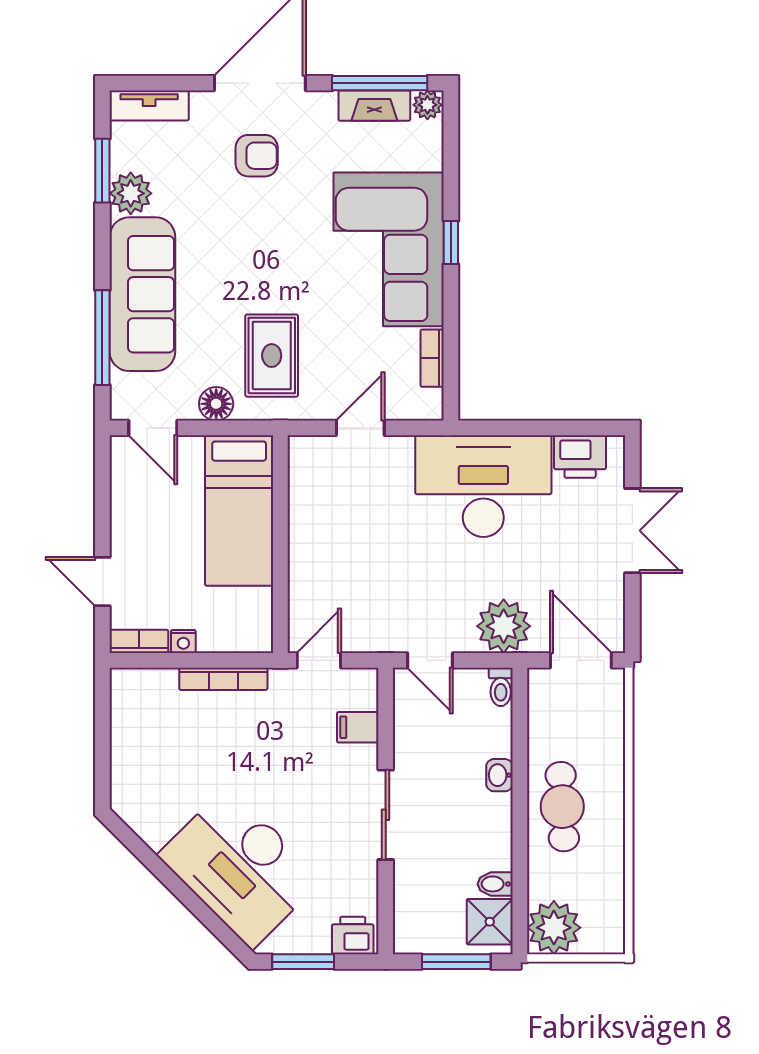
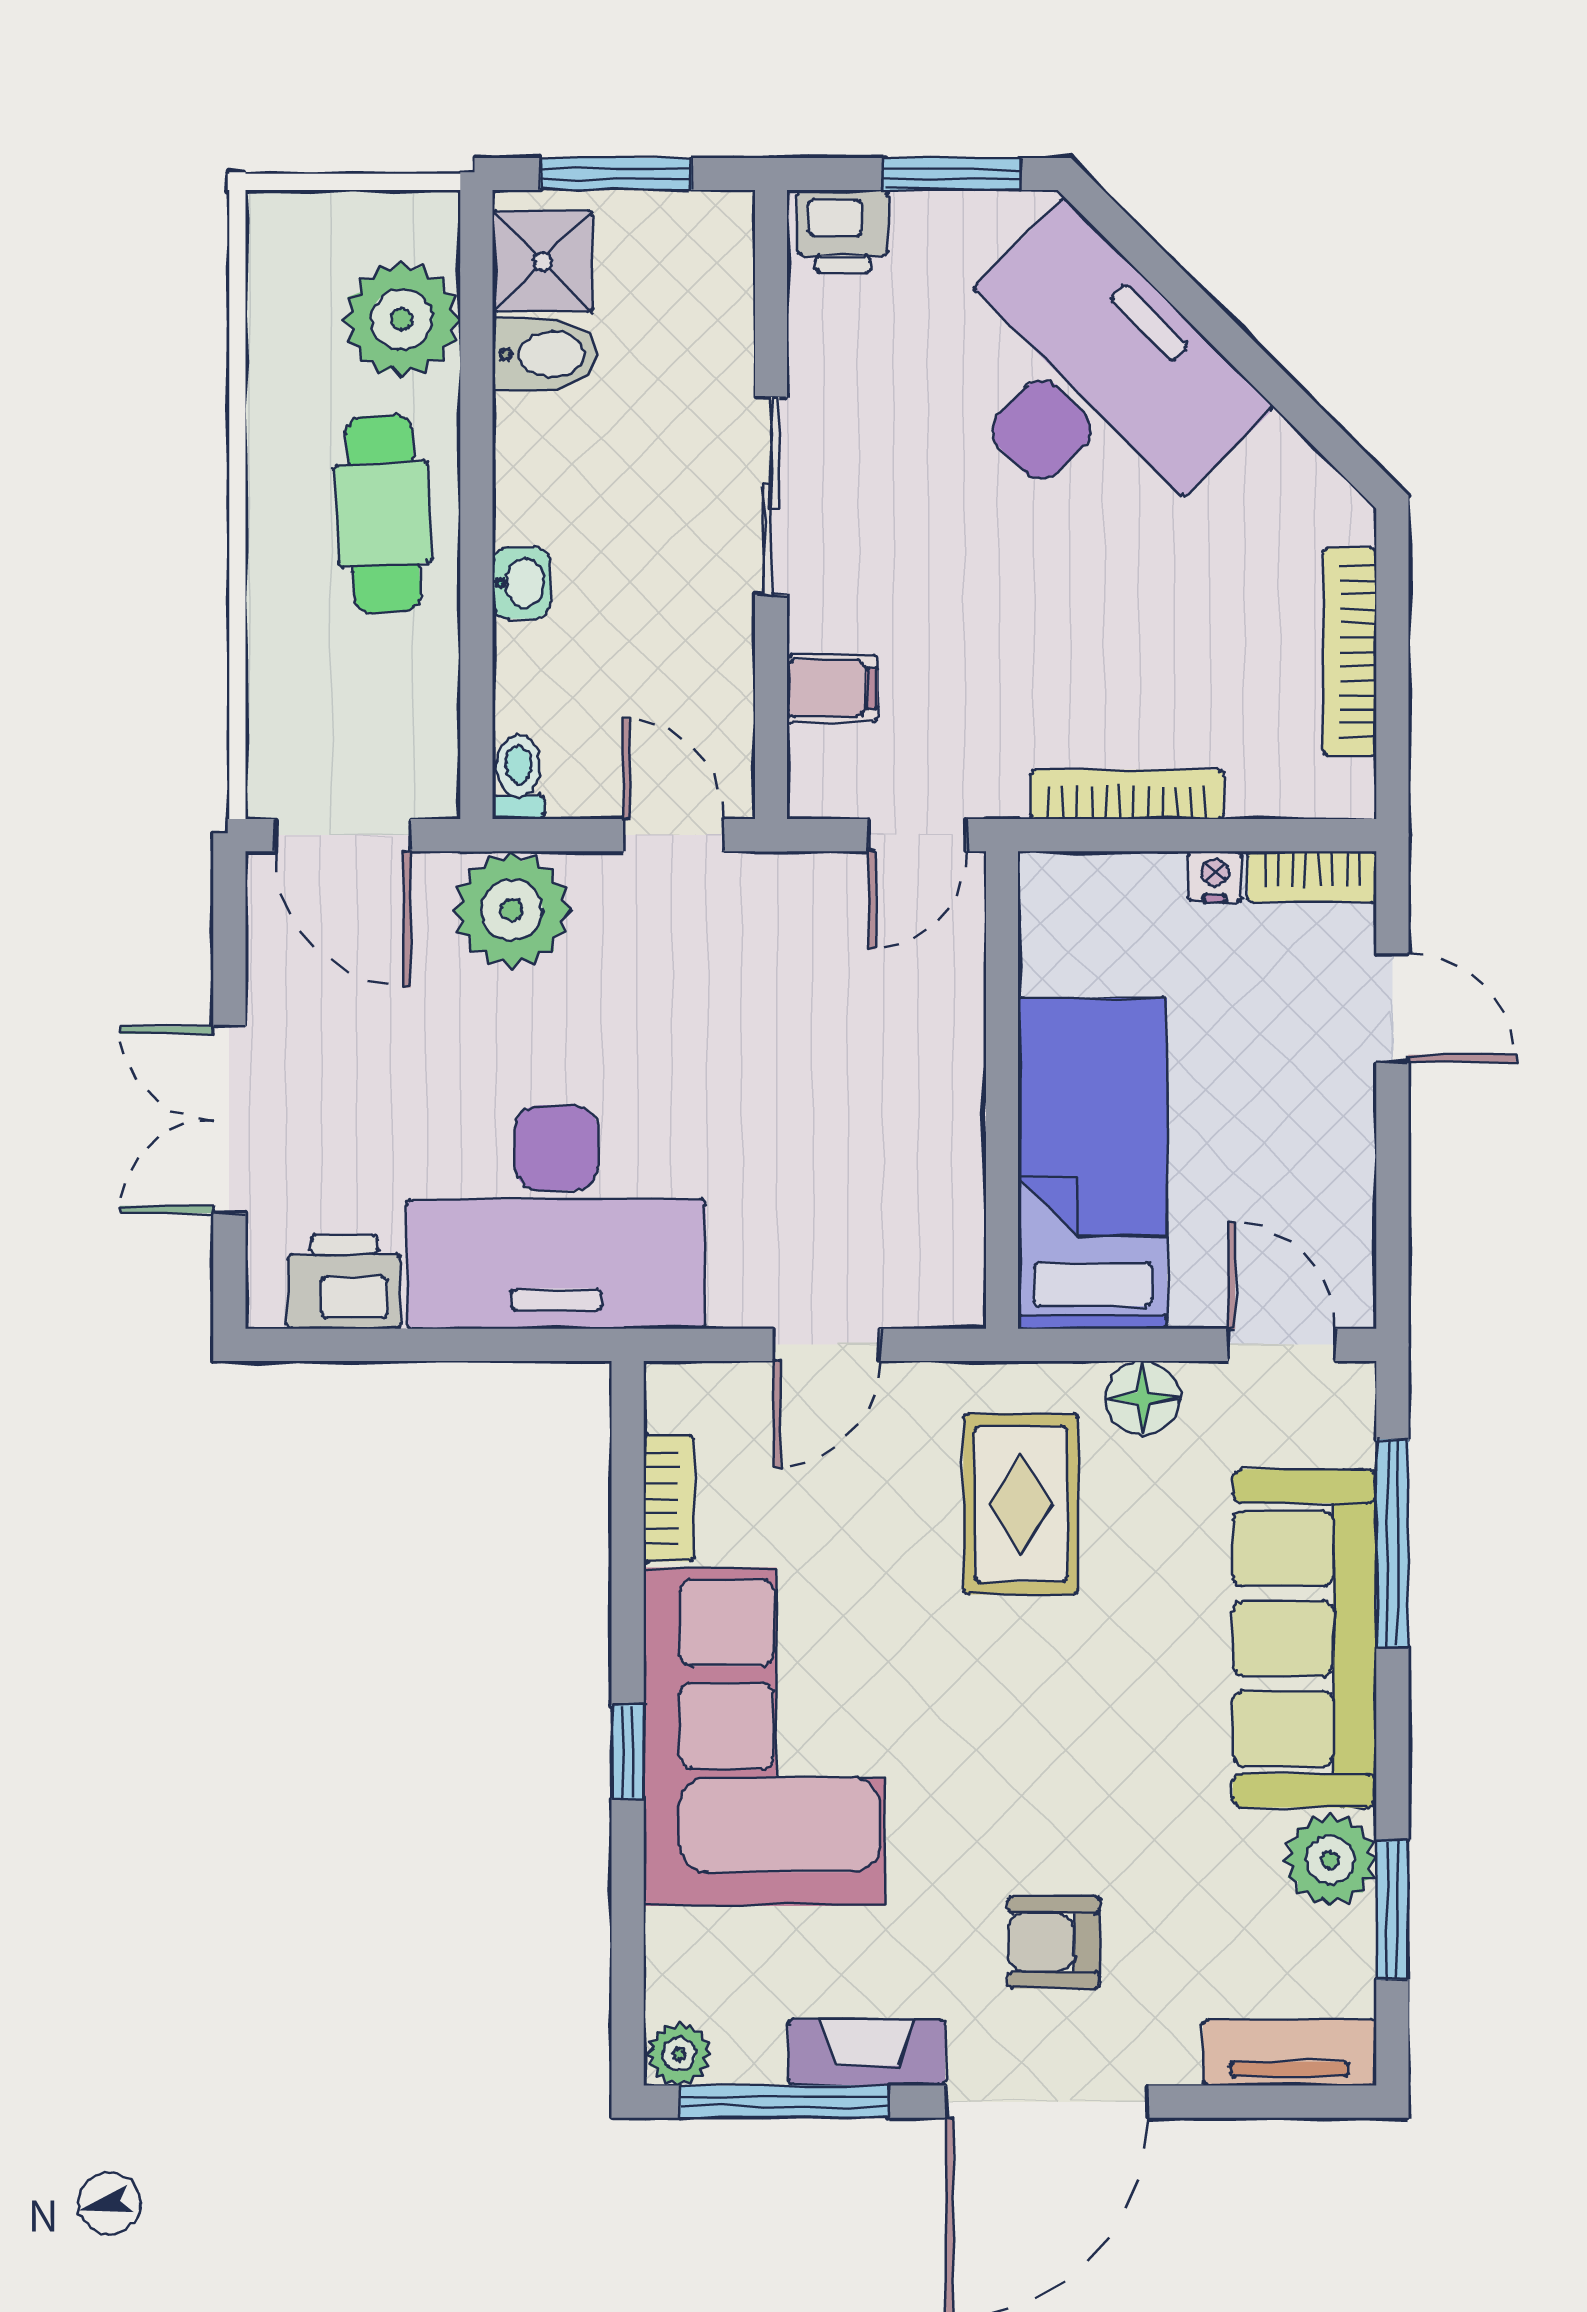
fireplace: (374, 106) -> (867, 2052), moved
bookcase: (122, 744) -> (1350, 652), added
bidet: (495, 884) -> (545, 354), width x1.38, depth x1.36
plant: (554, 928) -> (402, 320), moved

